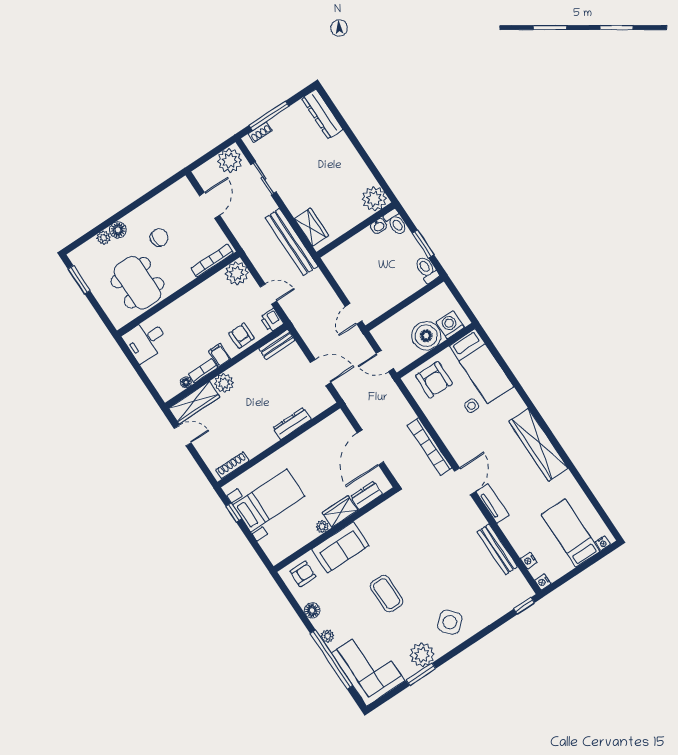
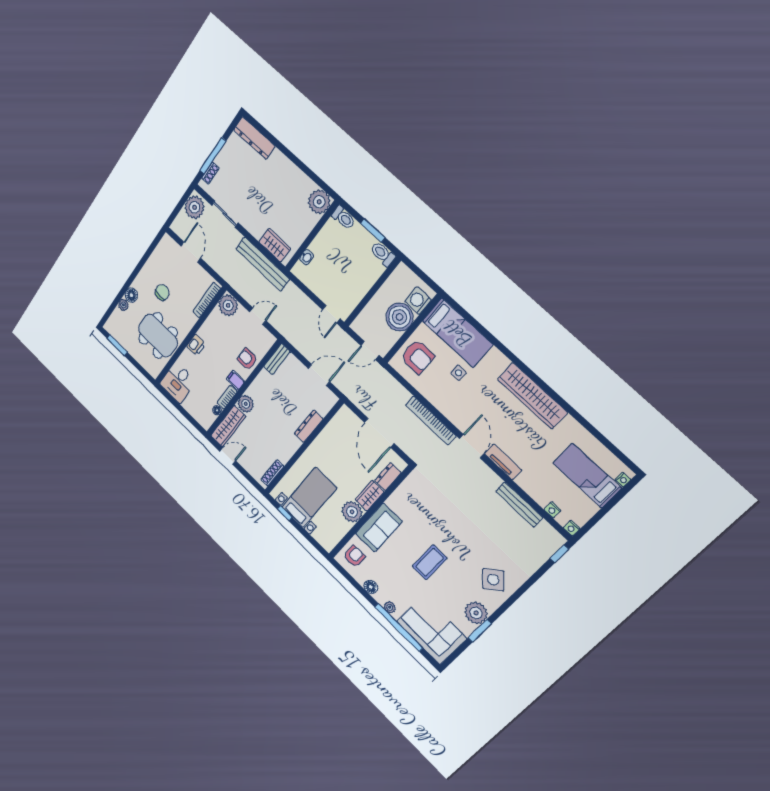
washbasin: (379, 226) -> (307, 257), moved
printer: (272, 320) -> (196, 345), moved, turned -90
plant: (322, 527) -> (352, 512), width x1.87, depth x1.87
coffee table: (387, 594) -> (430, 562), turned 90

